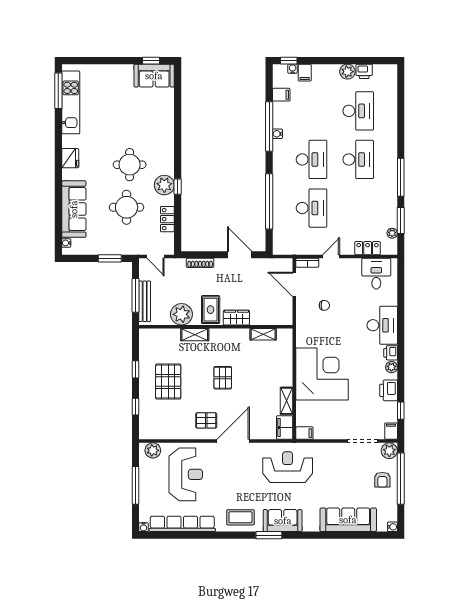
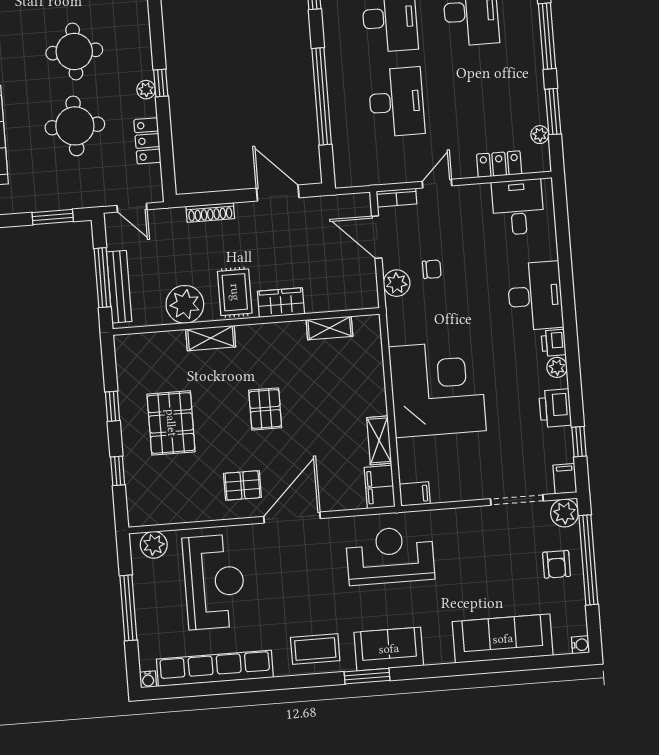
plant: (164, 185) -> (146, 90), width x0.53, depth x0.53
plant: (304, 312) -> (397, 283), added

